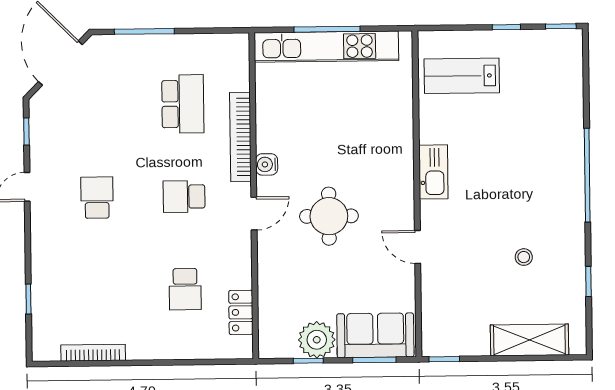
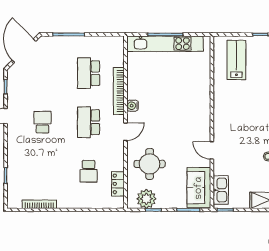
lab bench: (462, 76) -> (236, 60), turned 90
school desk: (183, 104) -> (89, 73), turned 180
kitchen sink: (433, 172) -> (221, 190), moved
school desk: (184, 197) -> (89, 122), width x1.85
round table: (329, 216) -> (150, 164), moved
sofa: (375, 335) -> (199, 188), moved, turned -90
plant: (317, 340) -> (146, 199), moved

